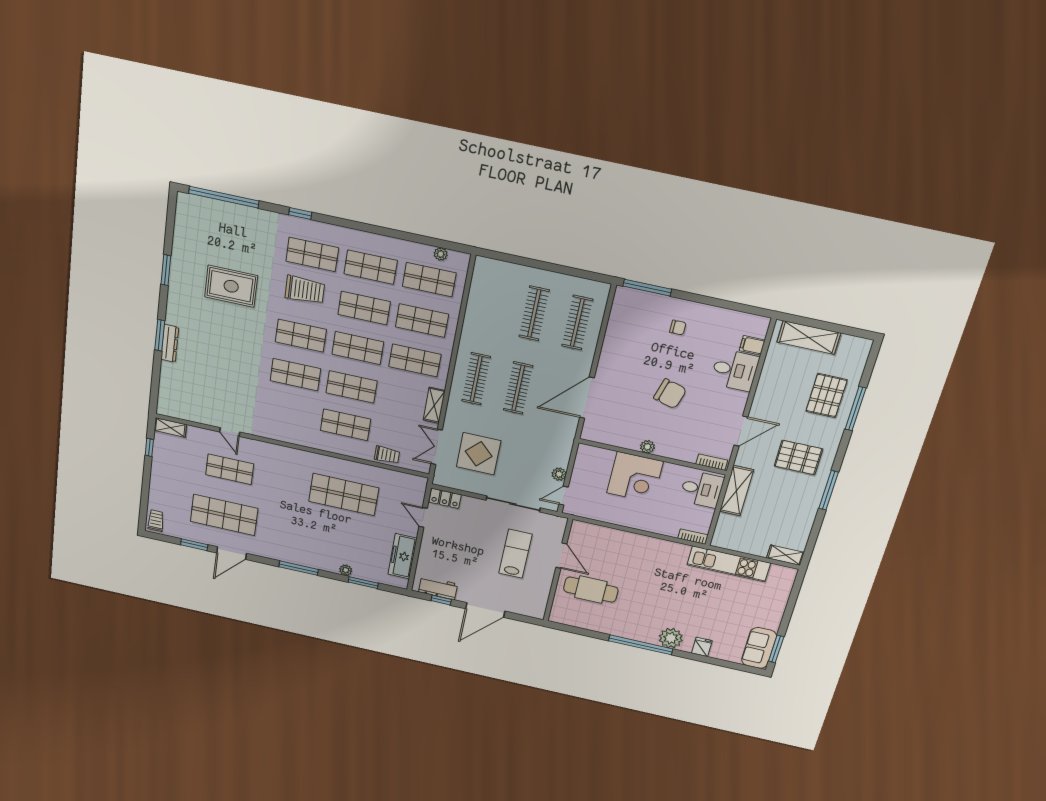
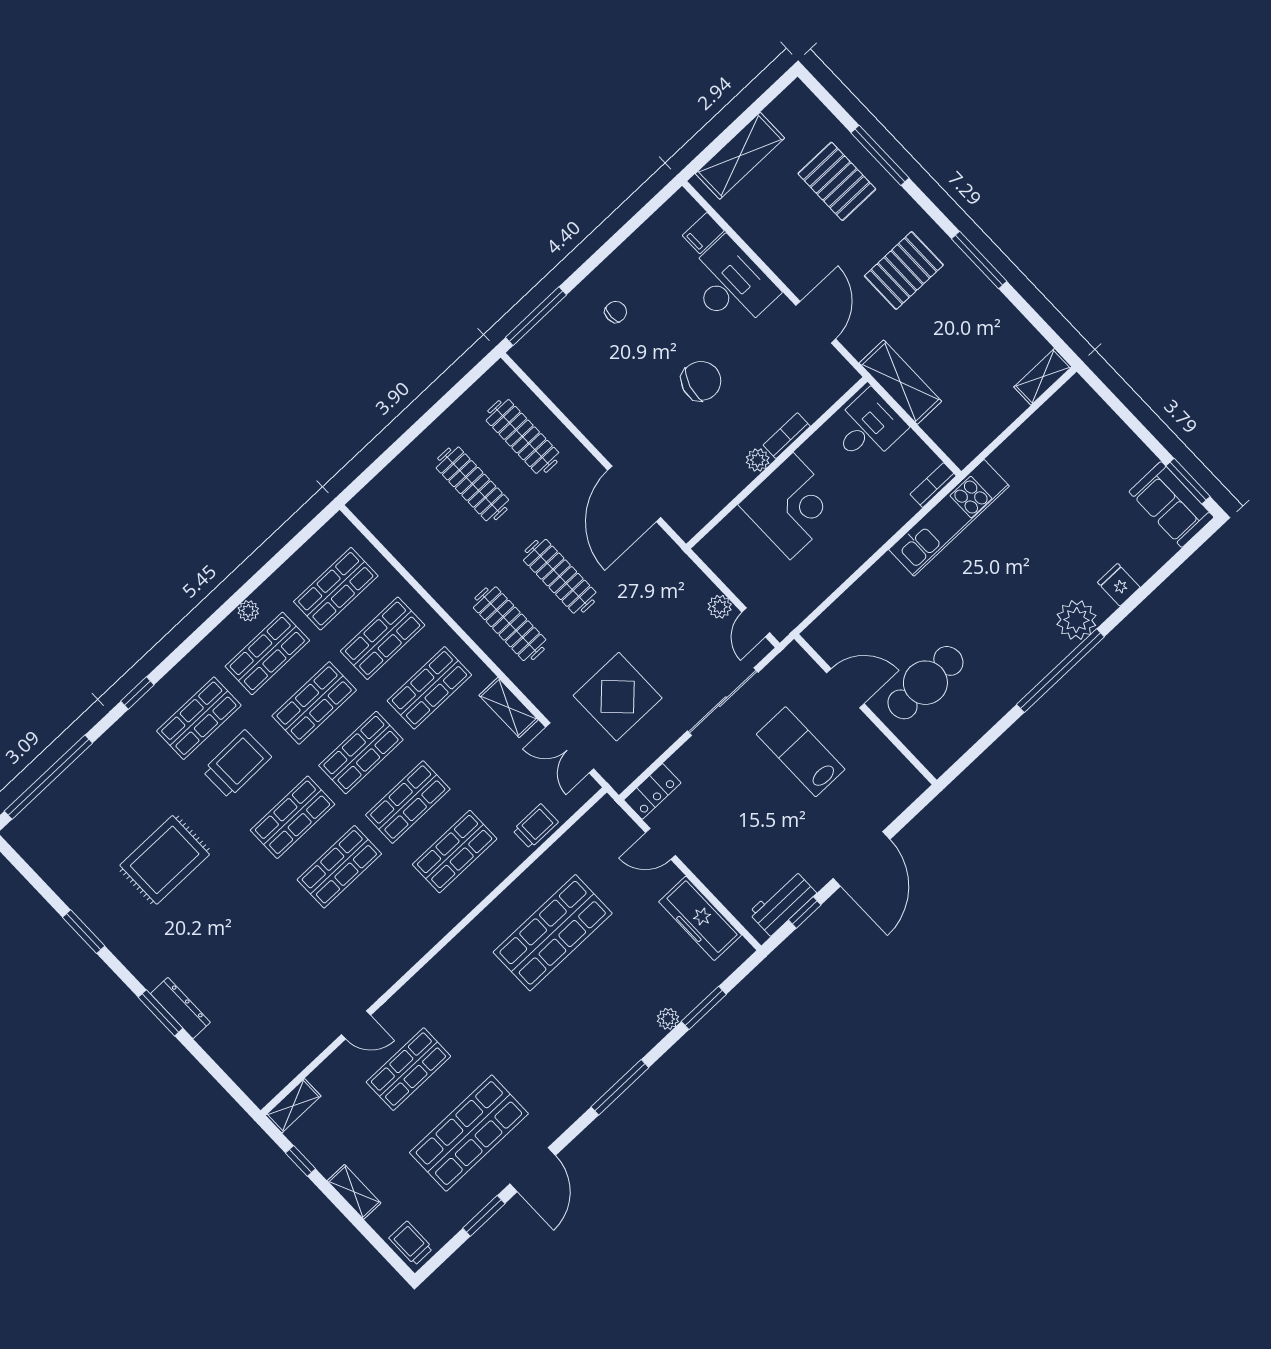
plant: (441, 254) -> (248, 611), moved
desk: (735, 370) -> (731, 285), width x1.37
bookcase: (712, 462) -> (787, 436), moved
shelving: (156, 481) -> (354, 1192), added
kitchen unit: (729, 564) -> (949, 518), moved

